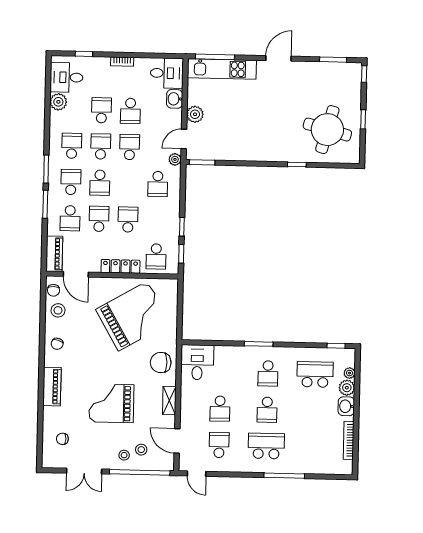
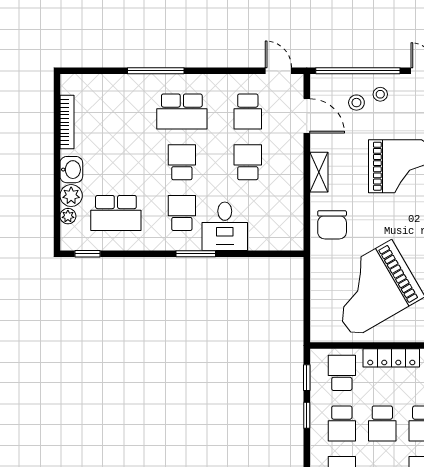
school desk: (157, 220) -> (342, 424), added
desk: (197, 362) -> (225, 226), moved
chair: (161, 363) -> (332, 225), turned 90

